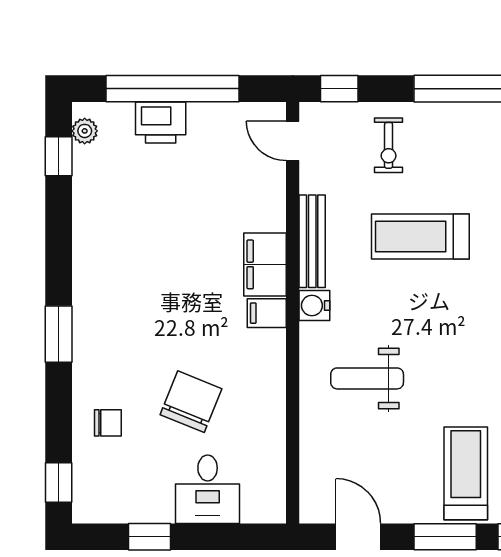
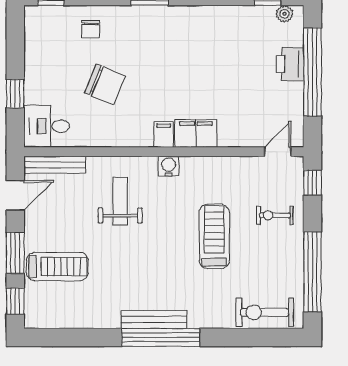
bench: (312, 241) -> (55, 165), moved
desk: (208, 489) -> (47, 126), moved
window: (149, 537) -> (15, 94), moved

